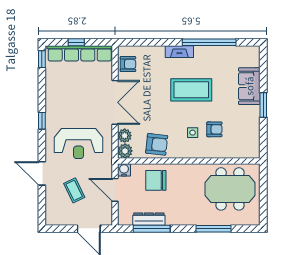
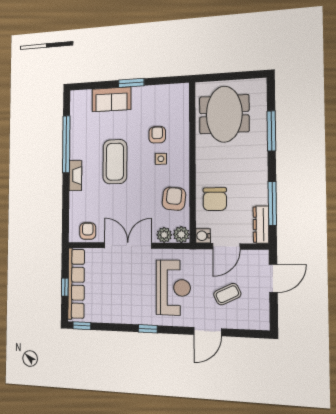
dresser: (149, 219) -> (261, 225), moved

